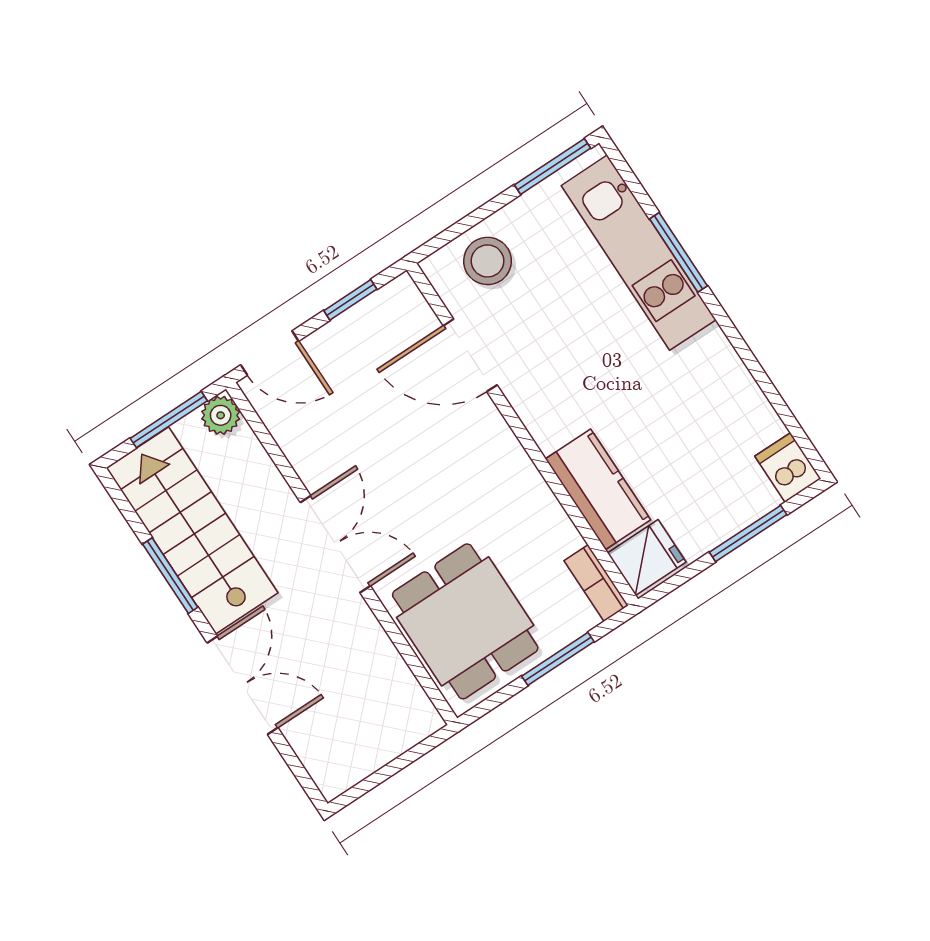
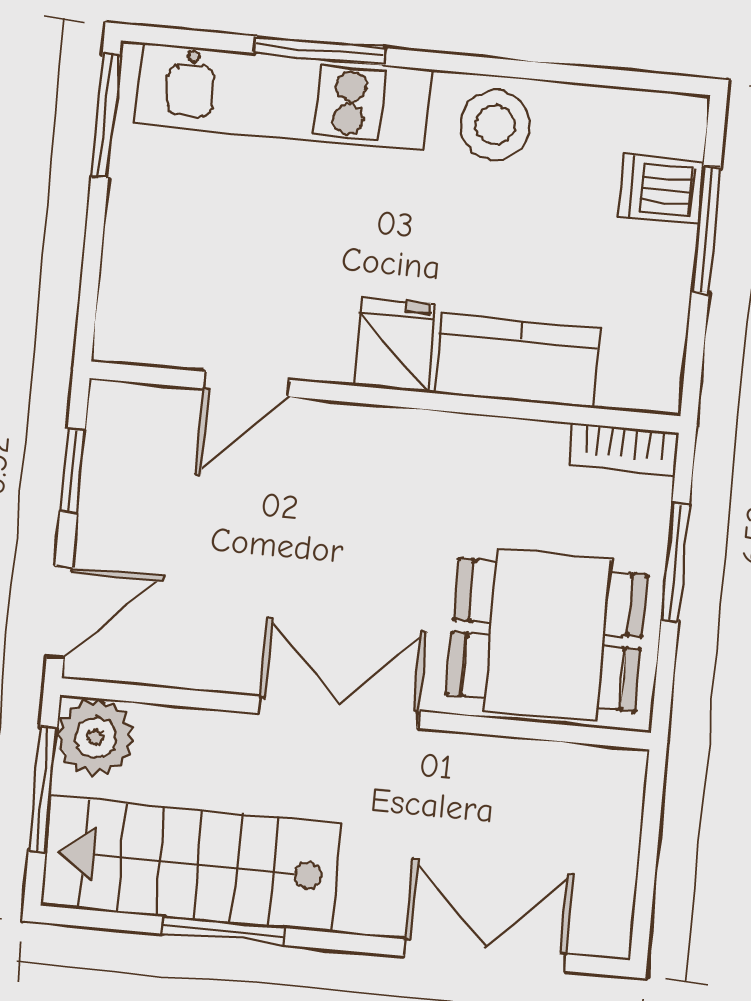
stool: (488, 261) -> (495, 125), moved
door: (470, 355) -> (246, 384), width x0.73
plant: (221, 415) -> (95, 737), width x1.38, depth x1.38
dishwasher: (788, 467) -> (661, 189), moved
fridge: (647, 558) -> (395, 345), moved
double door: (243, 685) -> (485, 955), moved

